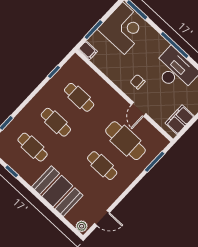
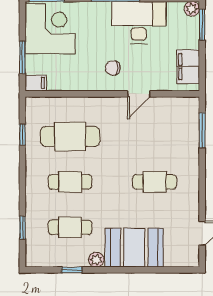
cafe table: (79, 97) -> (70, 136), width x1.37, depth x1.35
door: (139, 109) -> (139, 94), hinge flipped
cafe table: (125, 141) -> (155, 136), removed
plant: (82, 226) -> (96, 260), moved

